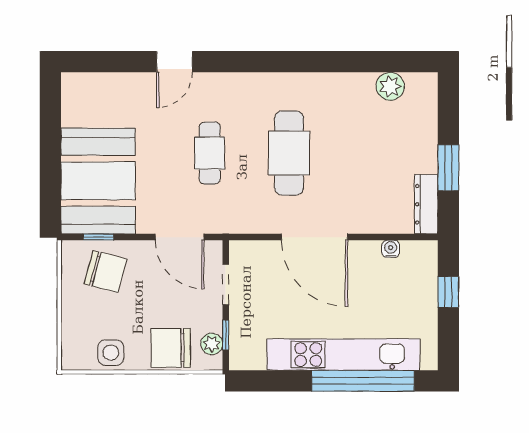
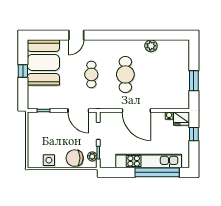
plant: (390, 86) -> (151, 46), moved
window: (50, 145) -> (23, 71), added
booth: (98, 181) -> (43, 62), moved
dresser: (426, 204) -> (184, 96), removed
fridge: (420, 256) -> (181, 119), added
chair: (105, 272) -> (47, 125), removed

